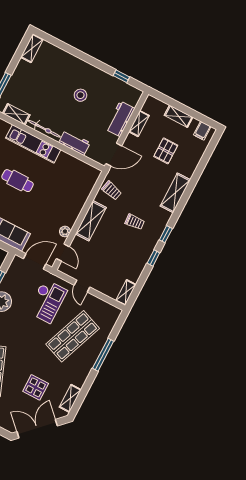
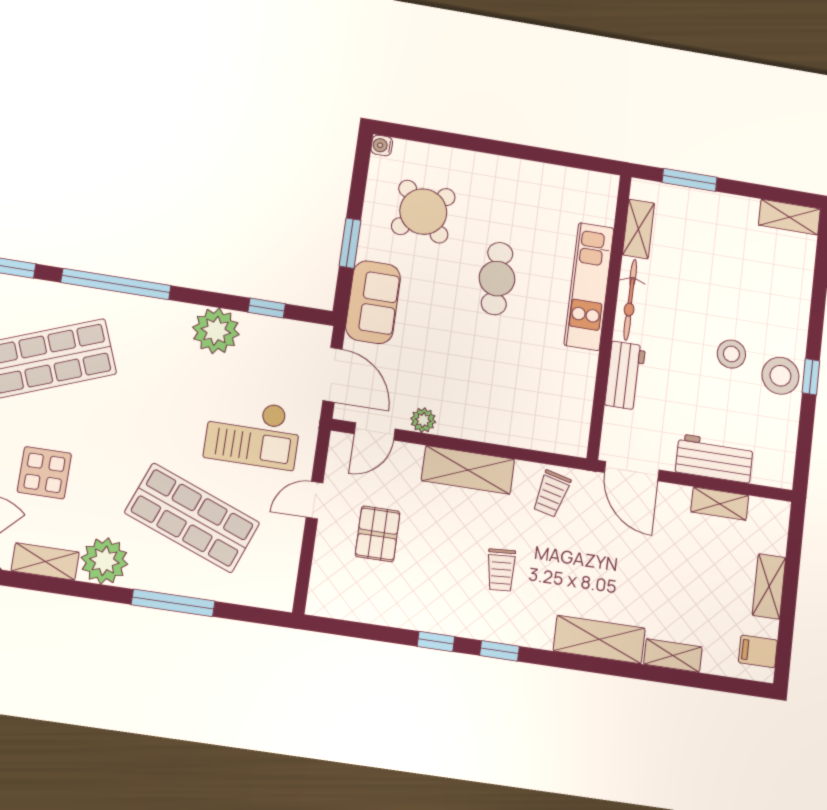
window: (121, 76) -> (811, 377), moved
stool: (96, 78) -> (780, 376), added
pallet: (166, 151) -> (378, 534), moved, turned 90
shelving: (126, 293) -> (673, 656), moved
plant: (78, 376) -> (104, 561), added

